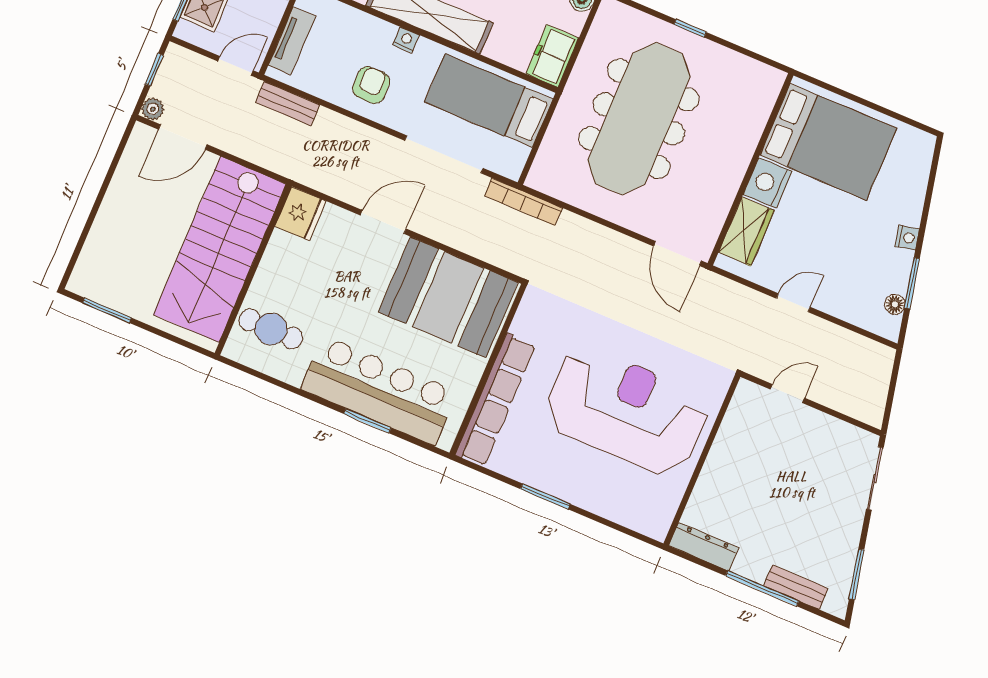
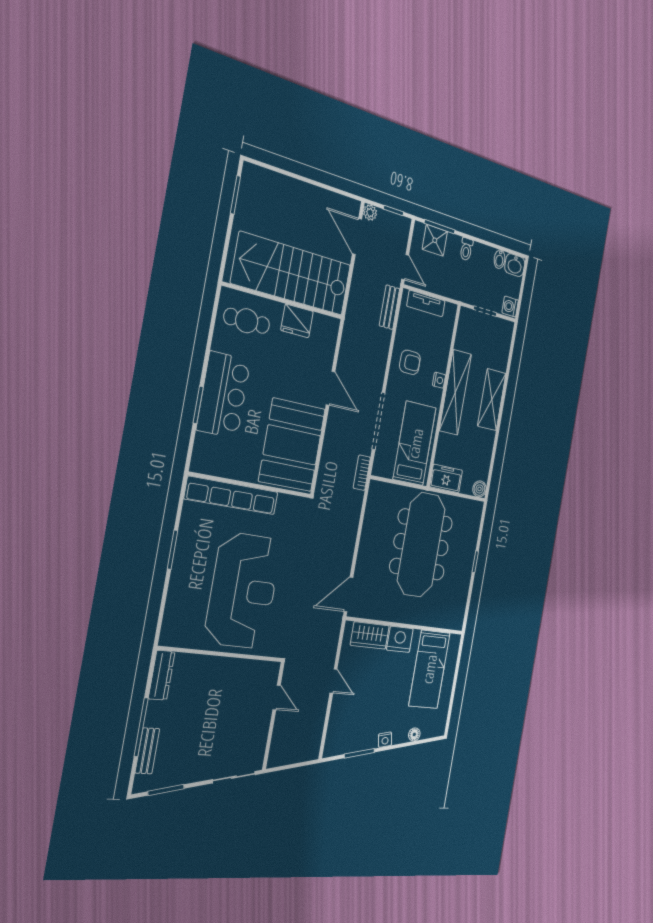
meeting table: (639, 119) -> (421, 545), turned 90
bed: (828, 142) -> (429, 669), width x0.67
bookcase: (524, 202) -> (362, 473), width x0.64
fridge: (300, 214) -> (297, 321), moved
floor lamp: (895, 304) -> (414, 734), moved
cafe table: (271, 329) -> (247, 321), turned 90
bar counter: (379, 390) -> (224, 395), width x0.73

